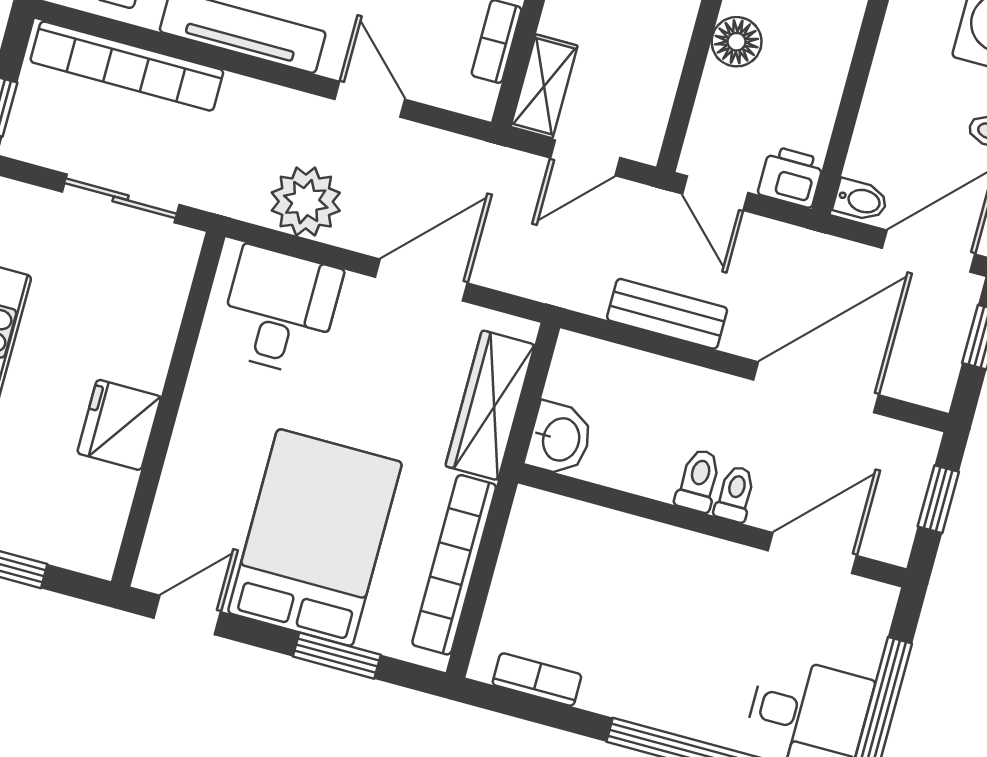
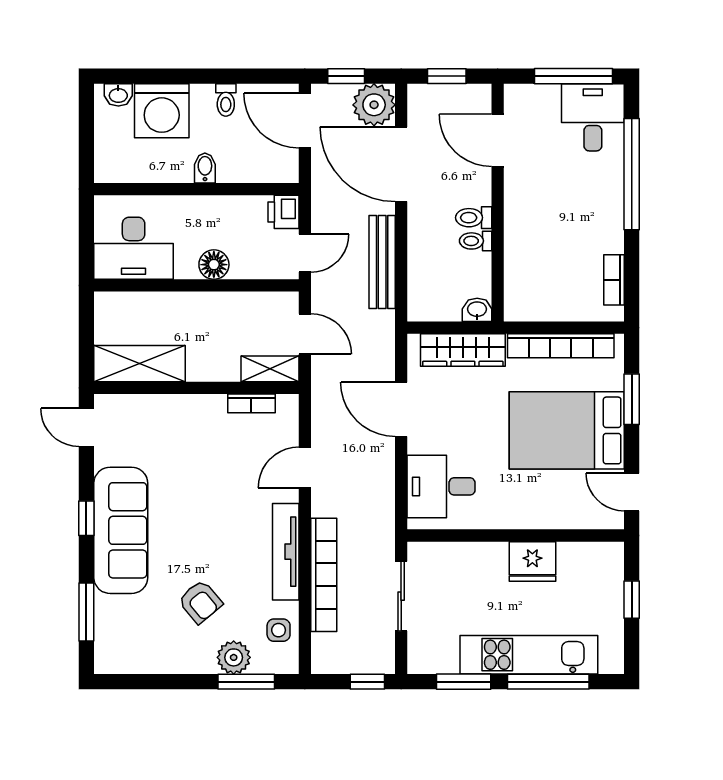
bookcase: (127, 66) -> (324, 575), moved
bidet: (861, 200) -> (205, 168), moved
plant: (306, 202) -> (374, 105), moved
bench: (667, 314) -> (382, 262), width x1.36
washbasin: (559, 439) -> (477, 310), width x0.72, depth x0.69
toilet: (735, 494) -> (476, 241), moved

